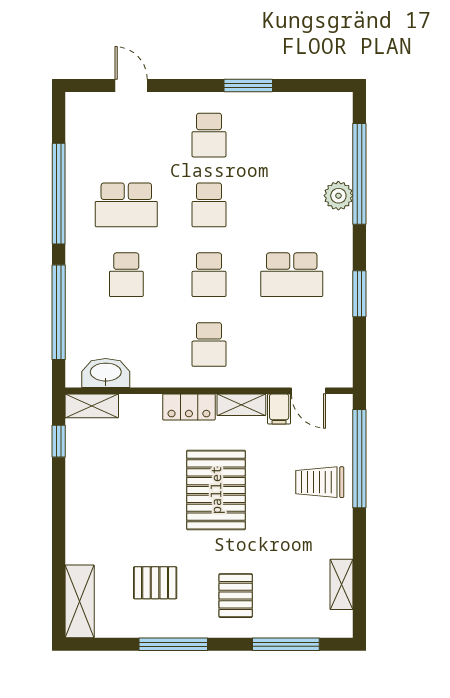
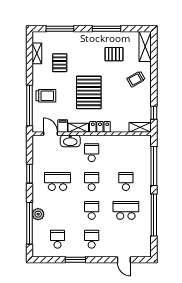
school desk: (292, 135) -> (57, 239), added
washbasin: (106, 373) -> (70, 141), moved
trolley: (102, 523) -> (136, 79), added
pallet: (236, 596) -> (60, 63), moved

